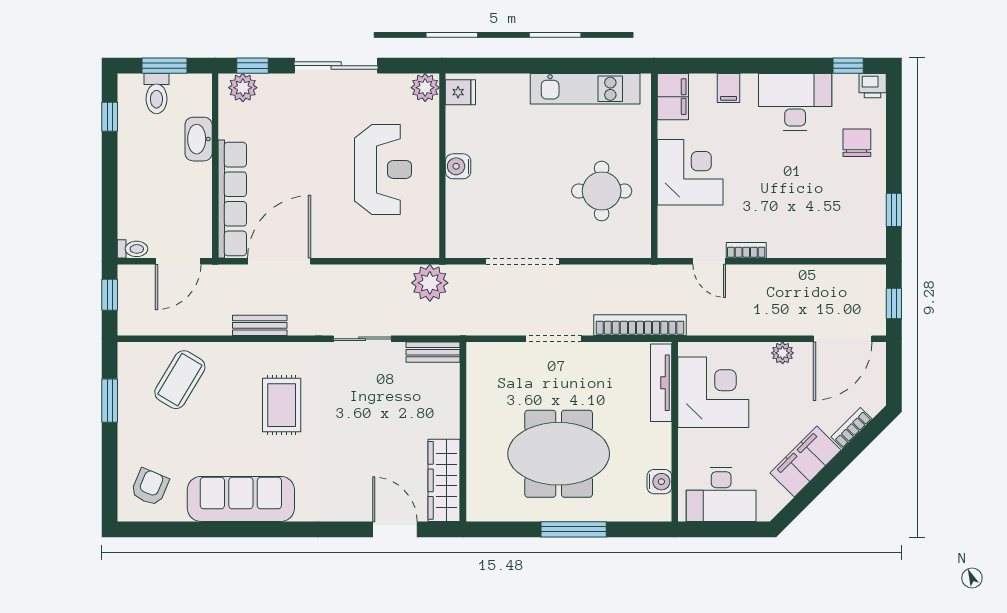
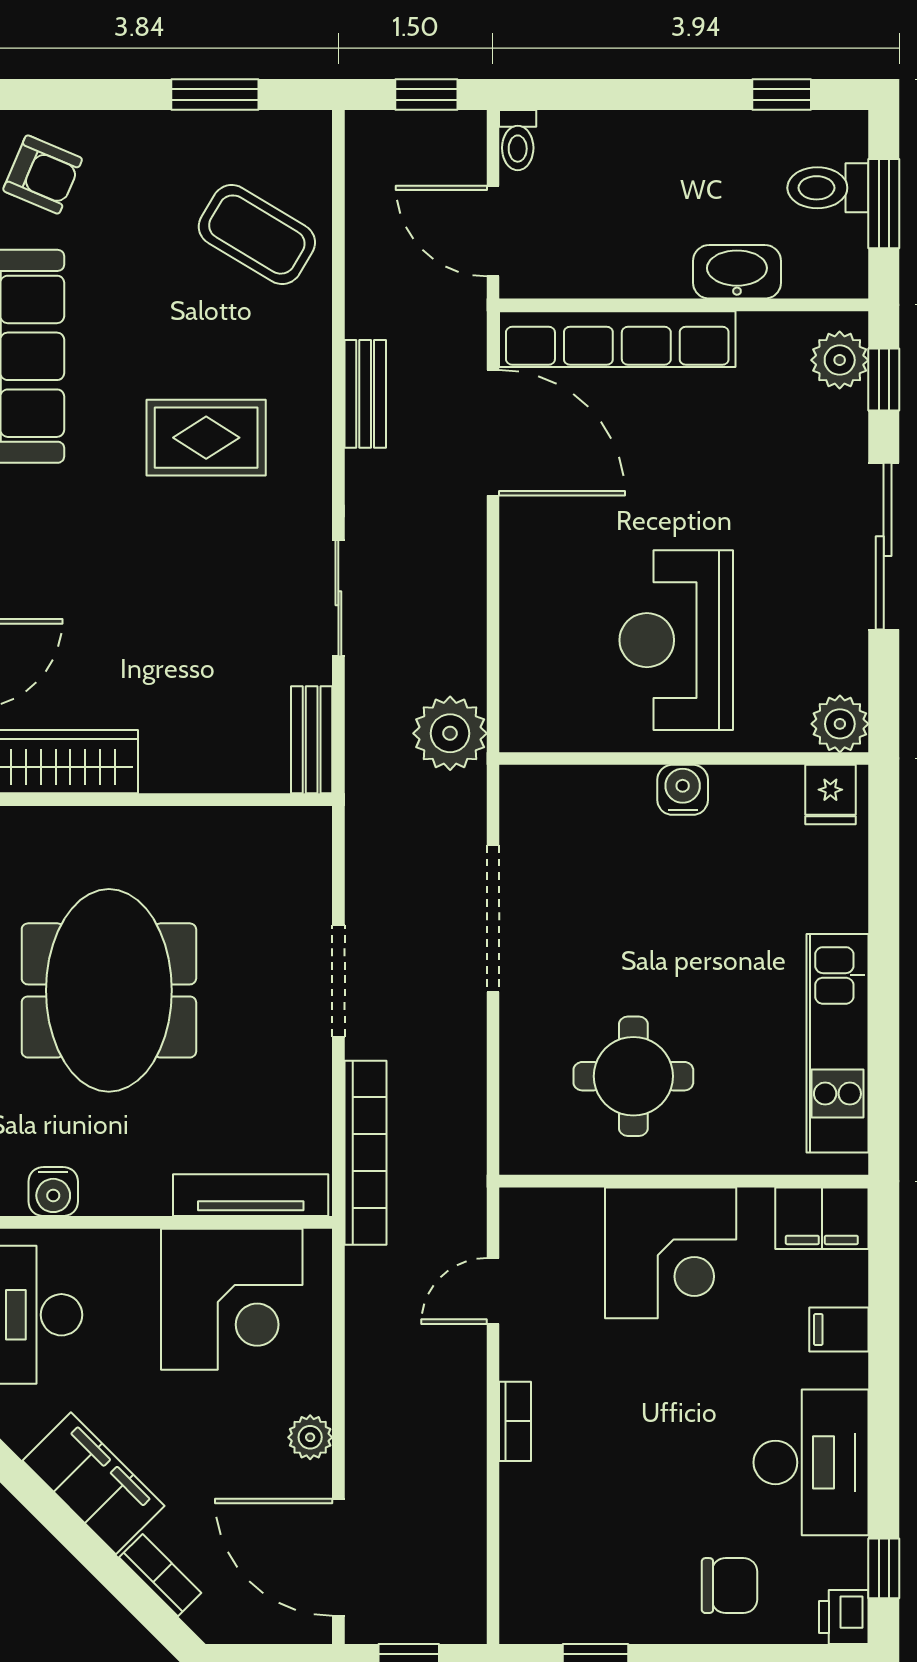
reception desk: (383, 169) -> (676, 640), turned 90
bookcase: (746, 250) -> (515, 1421), moved

